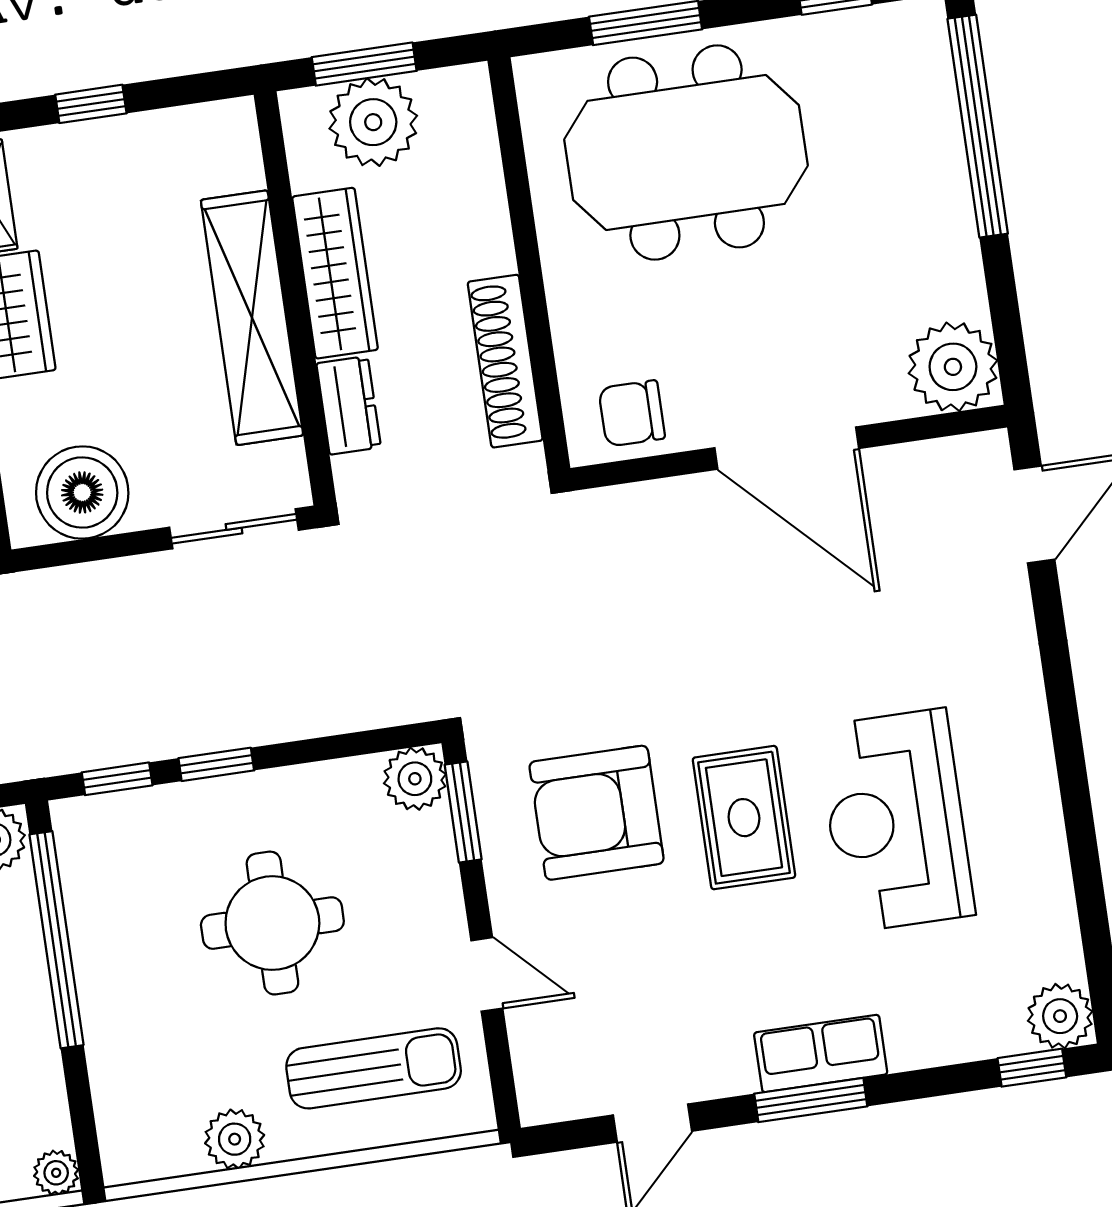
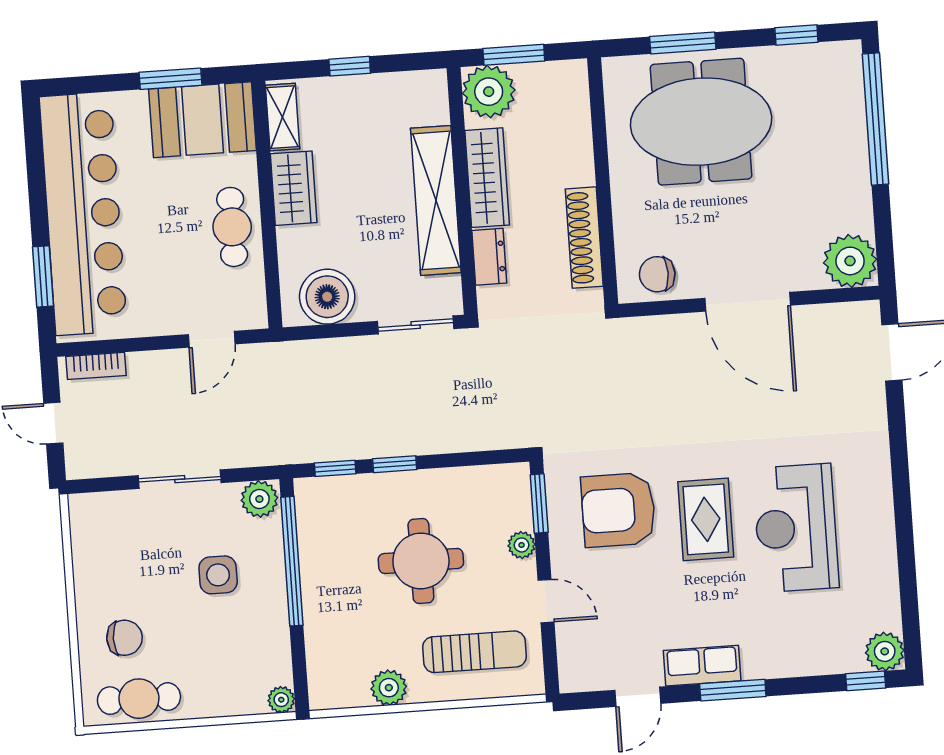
plant: (373, 122) -> (489, 92), moved
plant: (415, 779) -> (522, 545), moved, width x0.73, depth x0.73
row of seats: (821, 1053) -> (702, 666), moved

